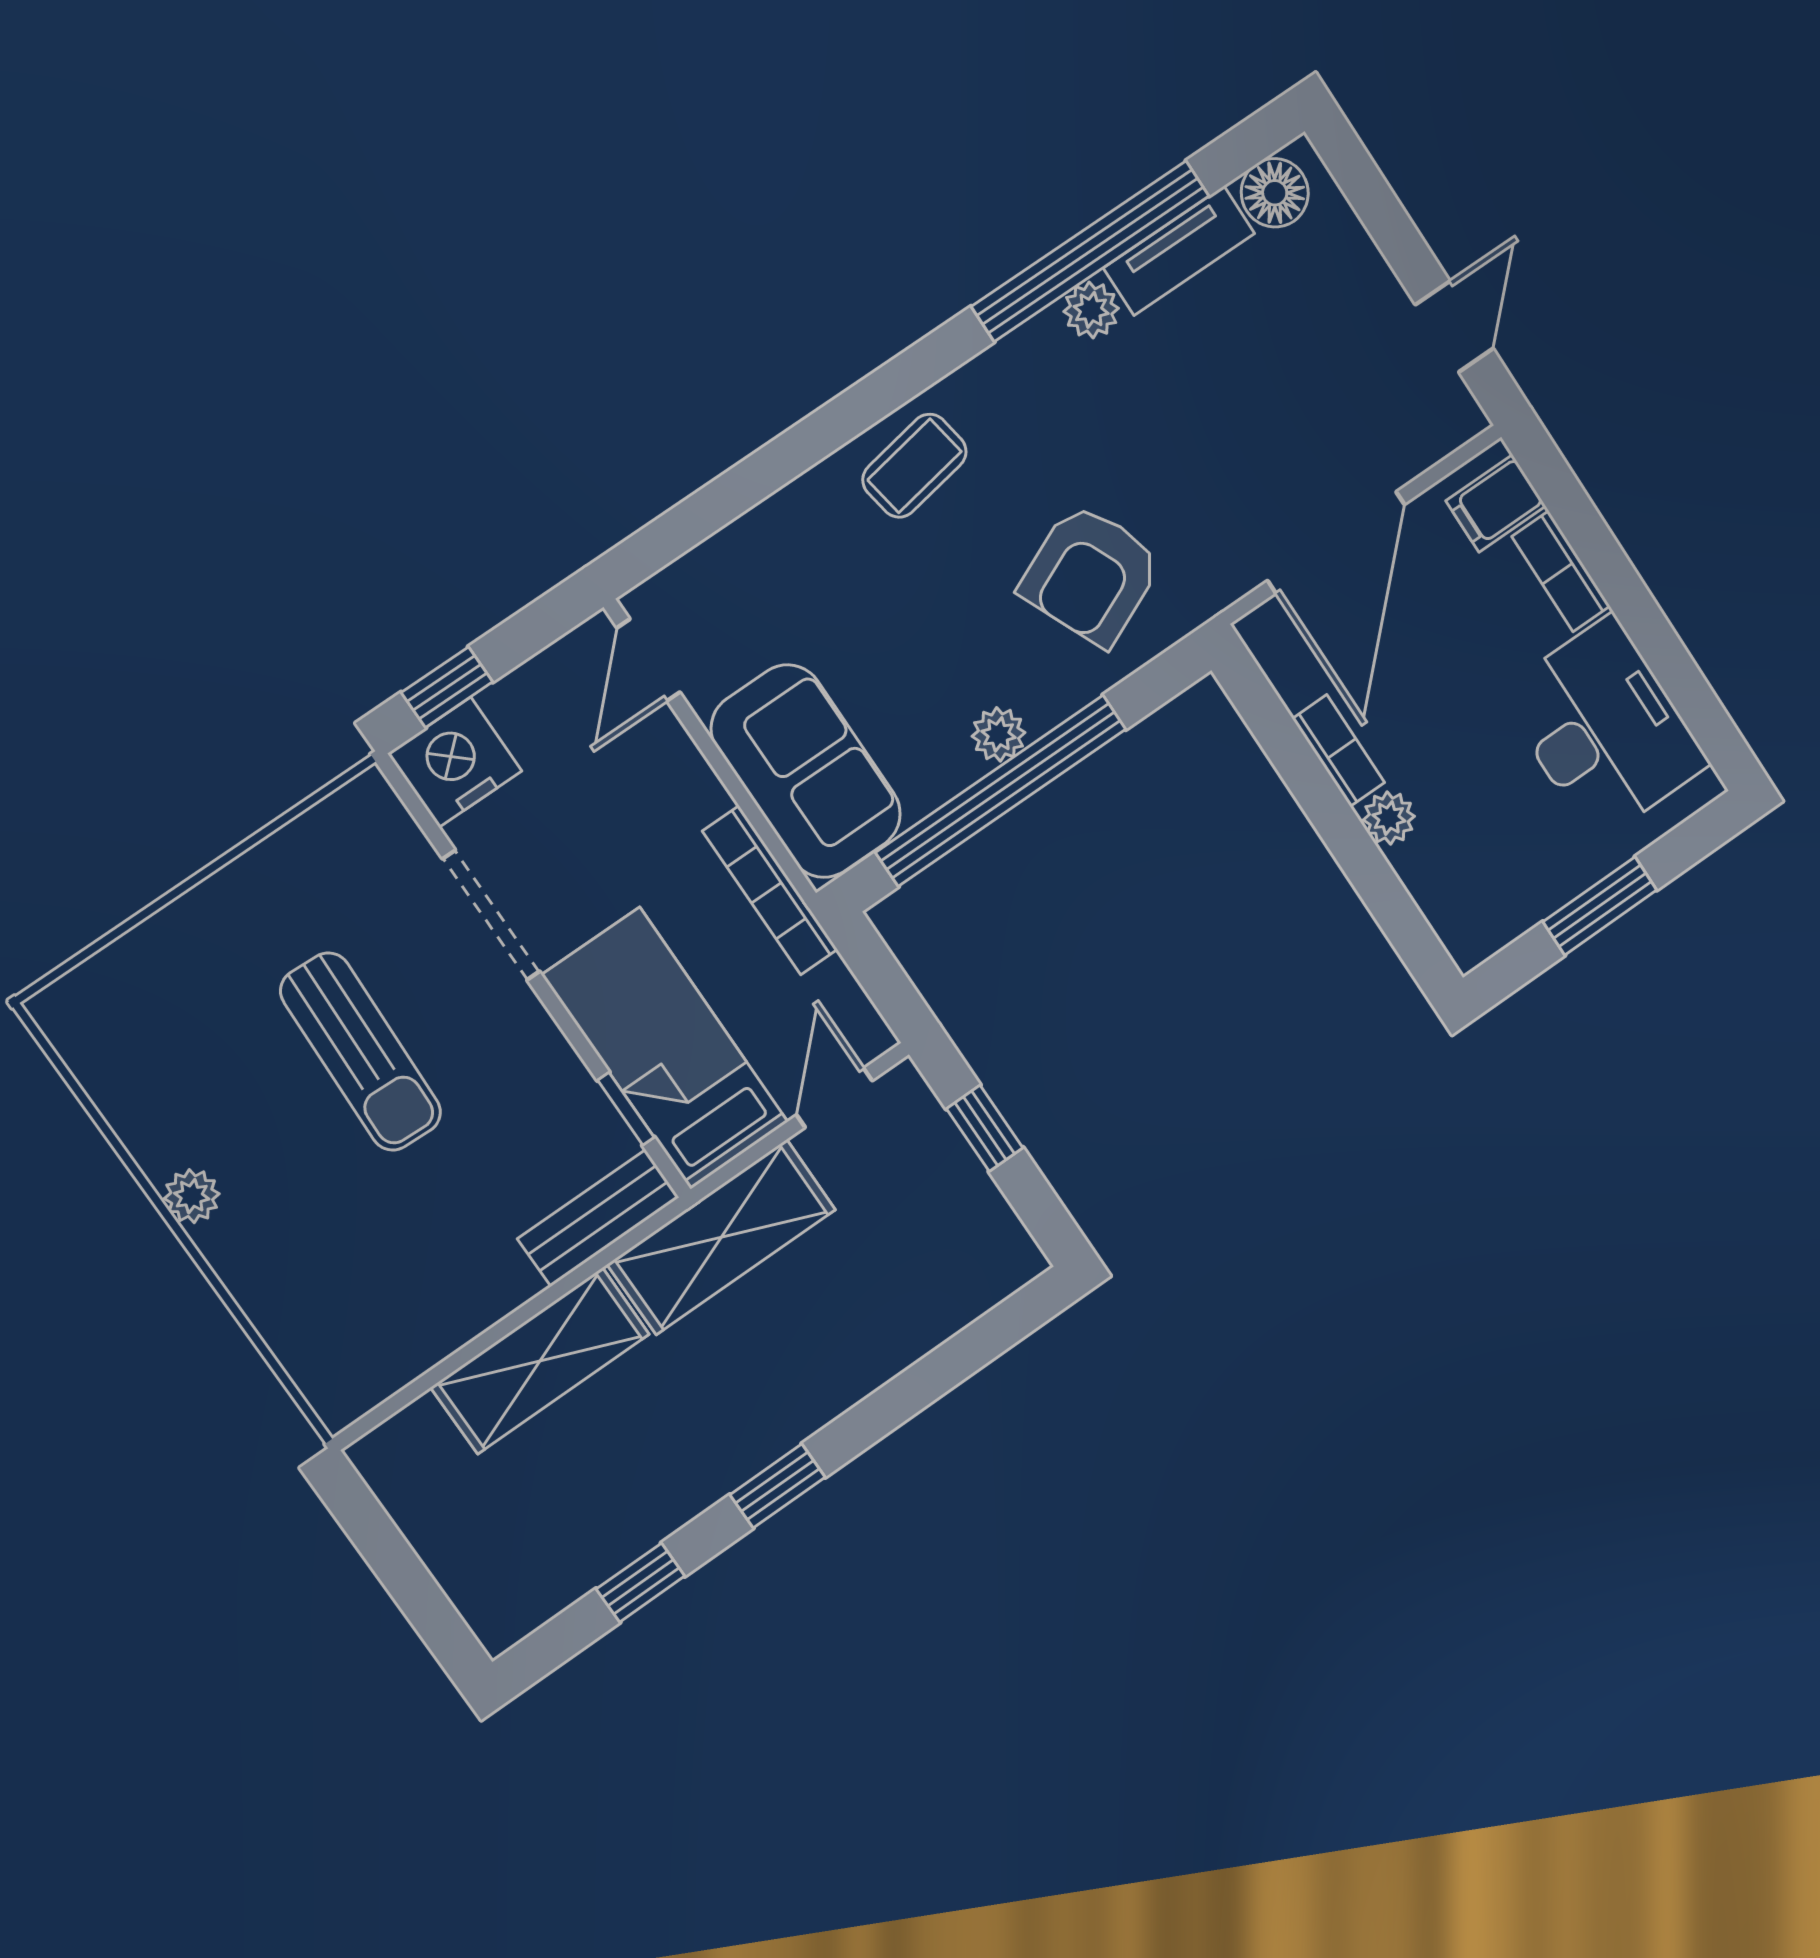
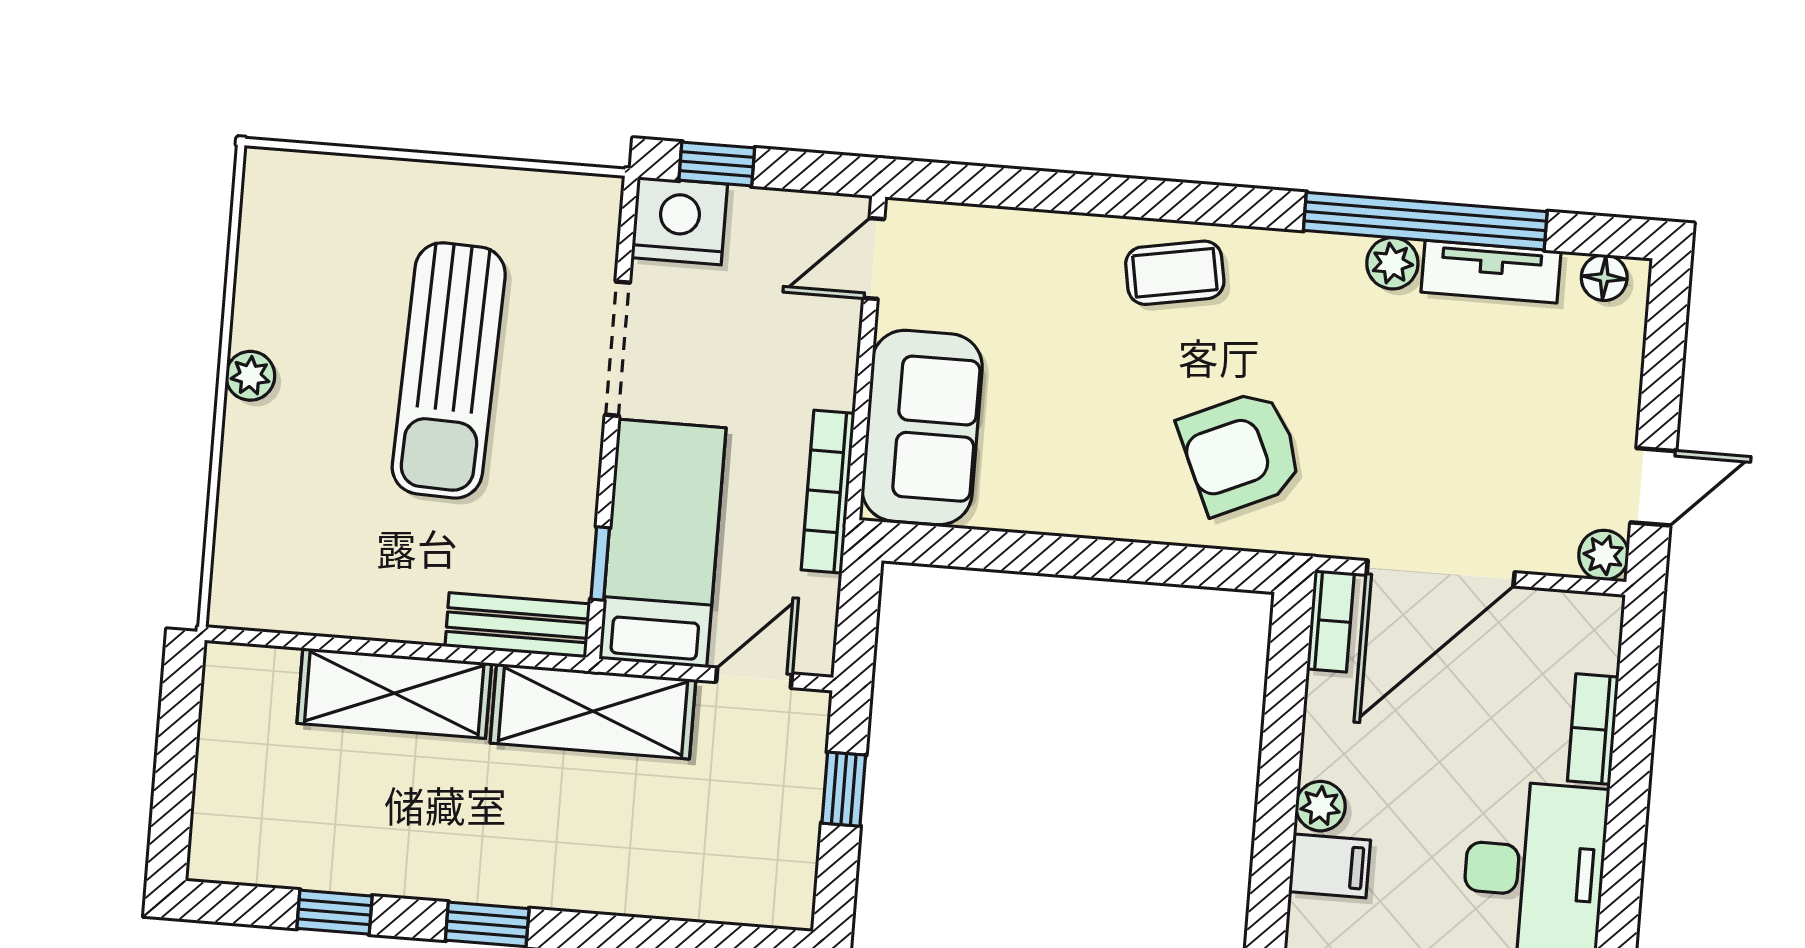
floor lamp: (1275, 193) -> (1604, 278), width x0.73, depth x0.73
filing cabinet: (1496, 503) -> (1330, 866), moved, turned 180
plant: (999, 734) -> (1604, 555), moved
bookcase: (1338, 751) -> (1331, 621), moved
window: (1001, 791) -> (1051, 555), removed
sun lounger: (361, 1052) -> (449, 370), width x1.36, depth x1.34

